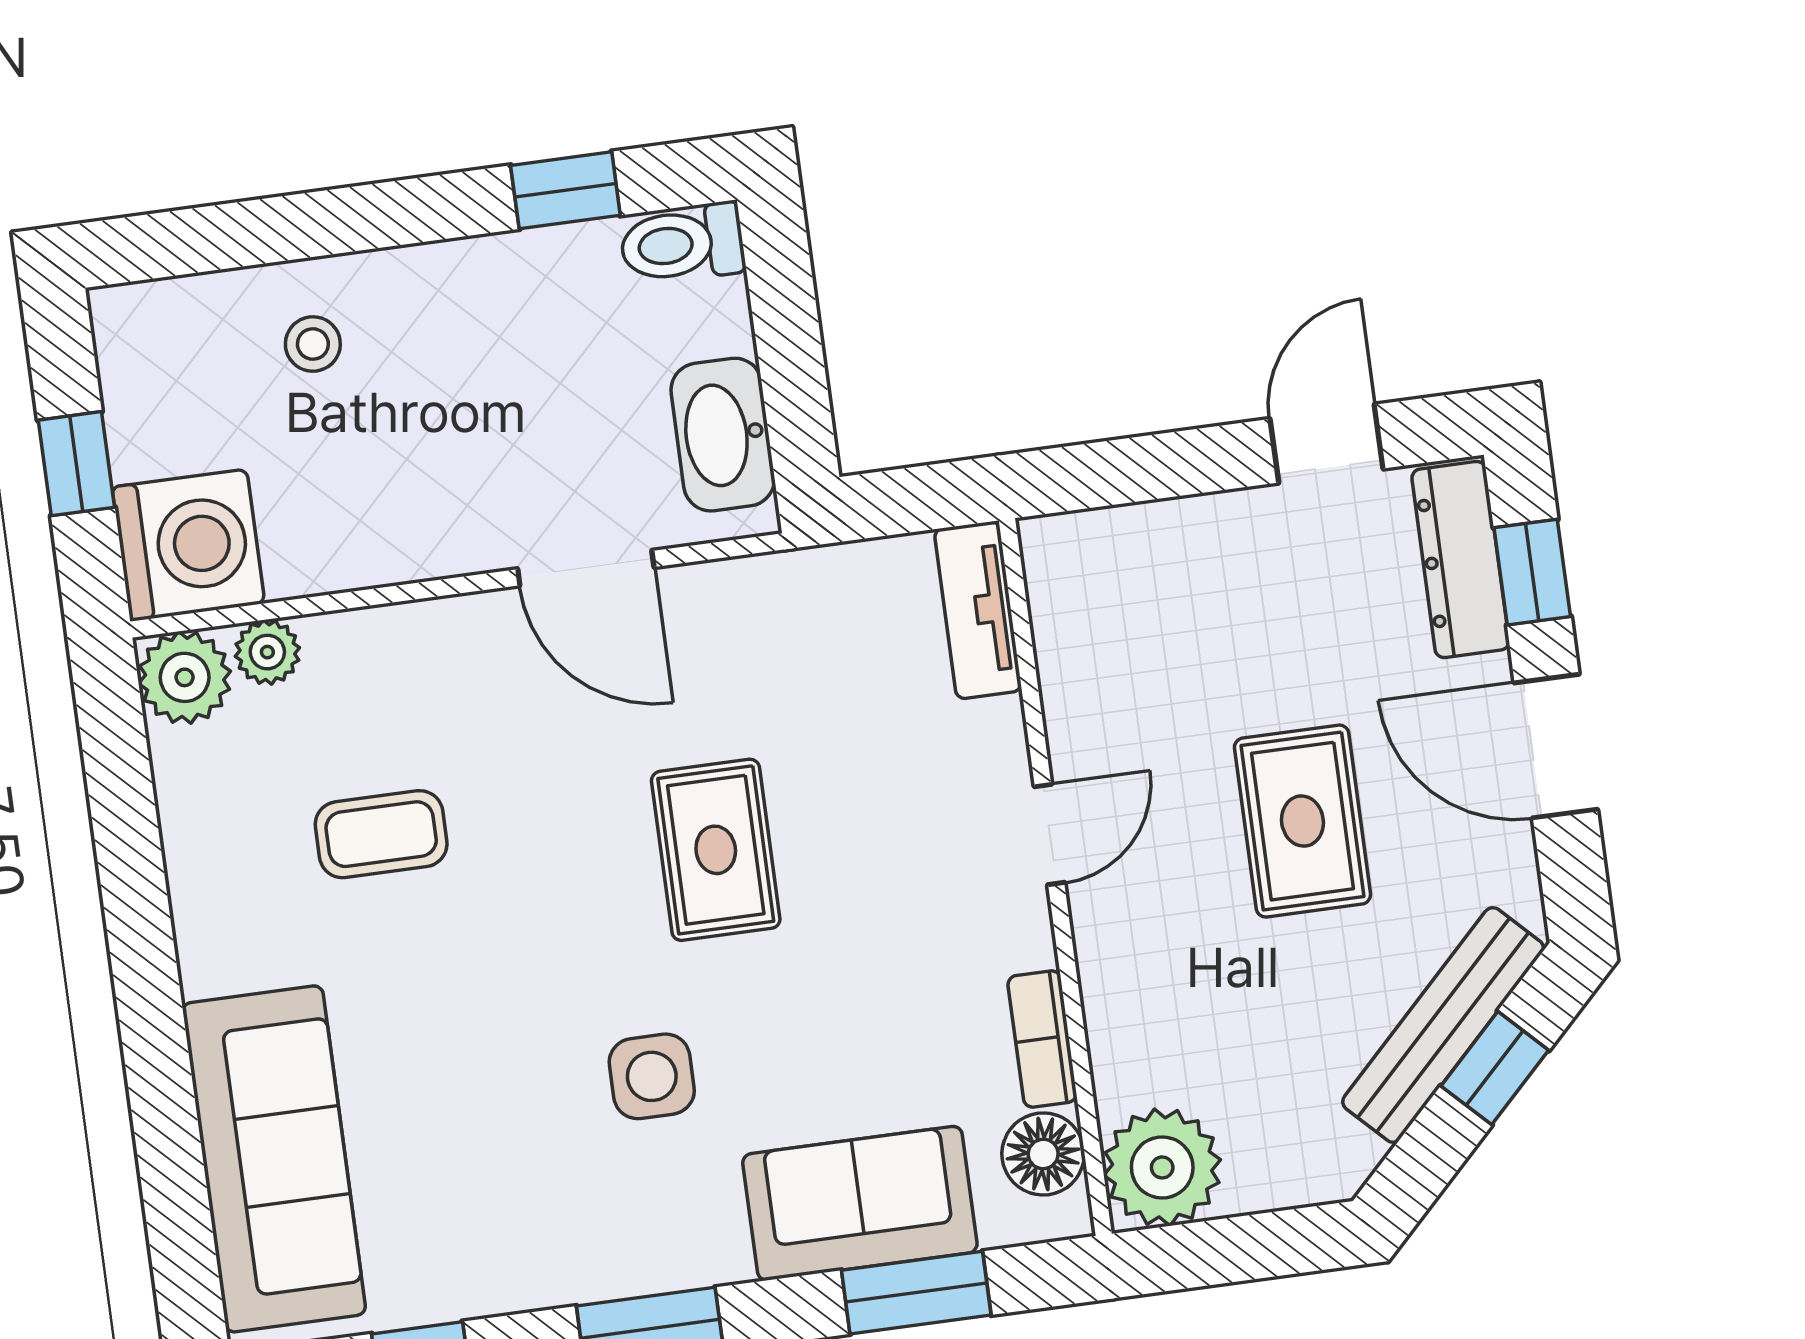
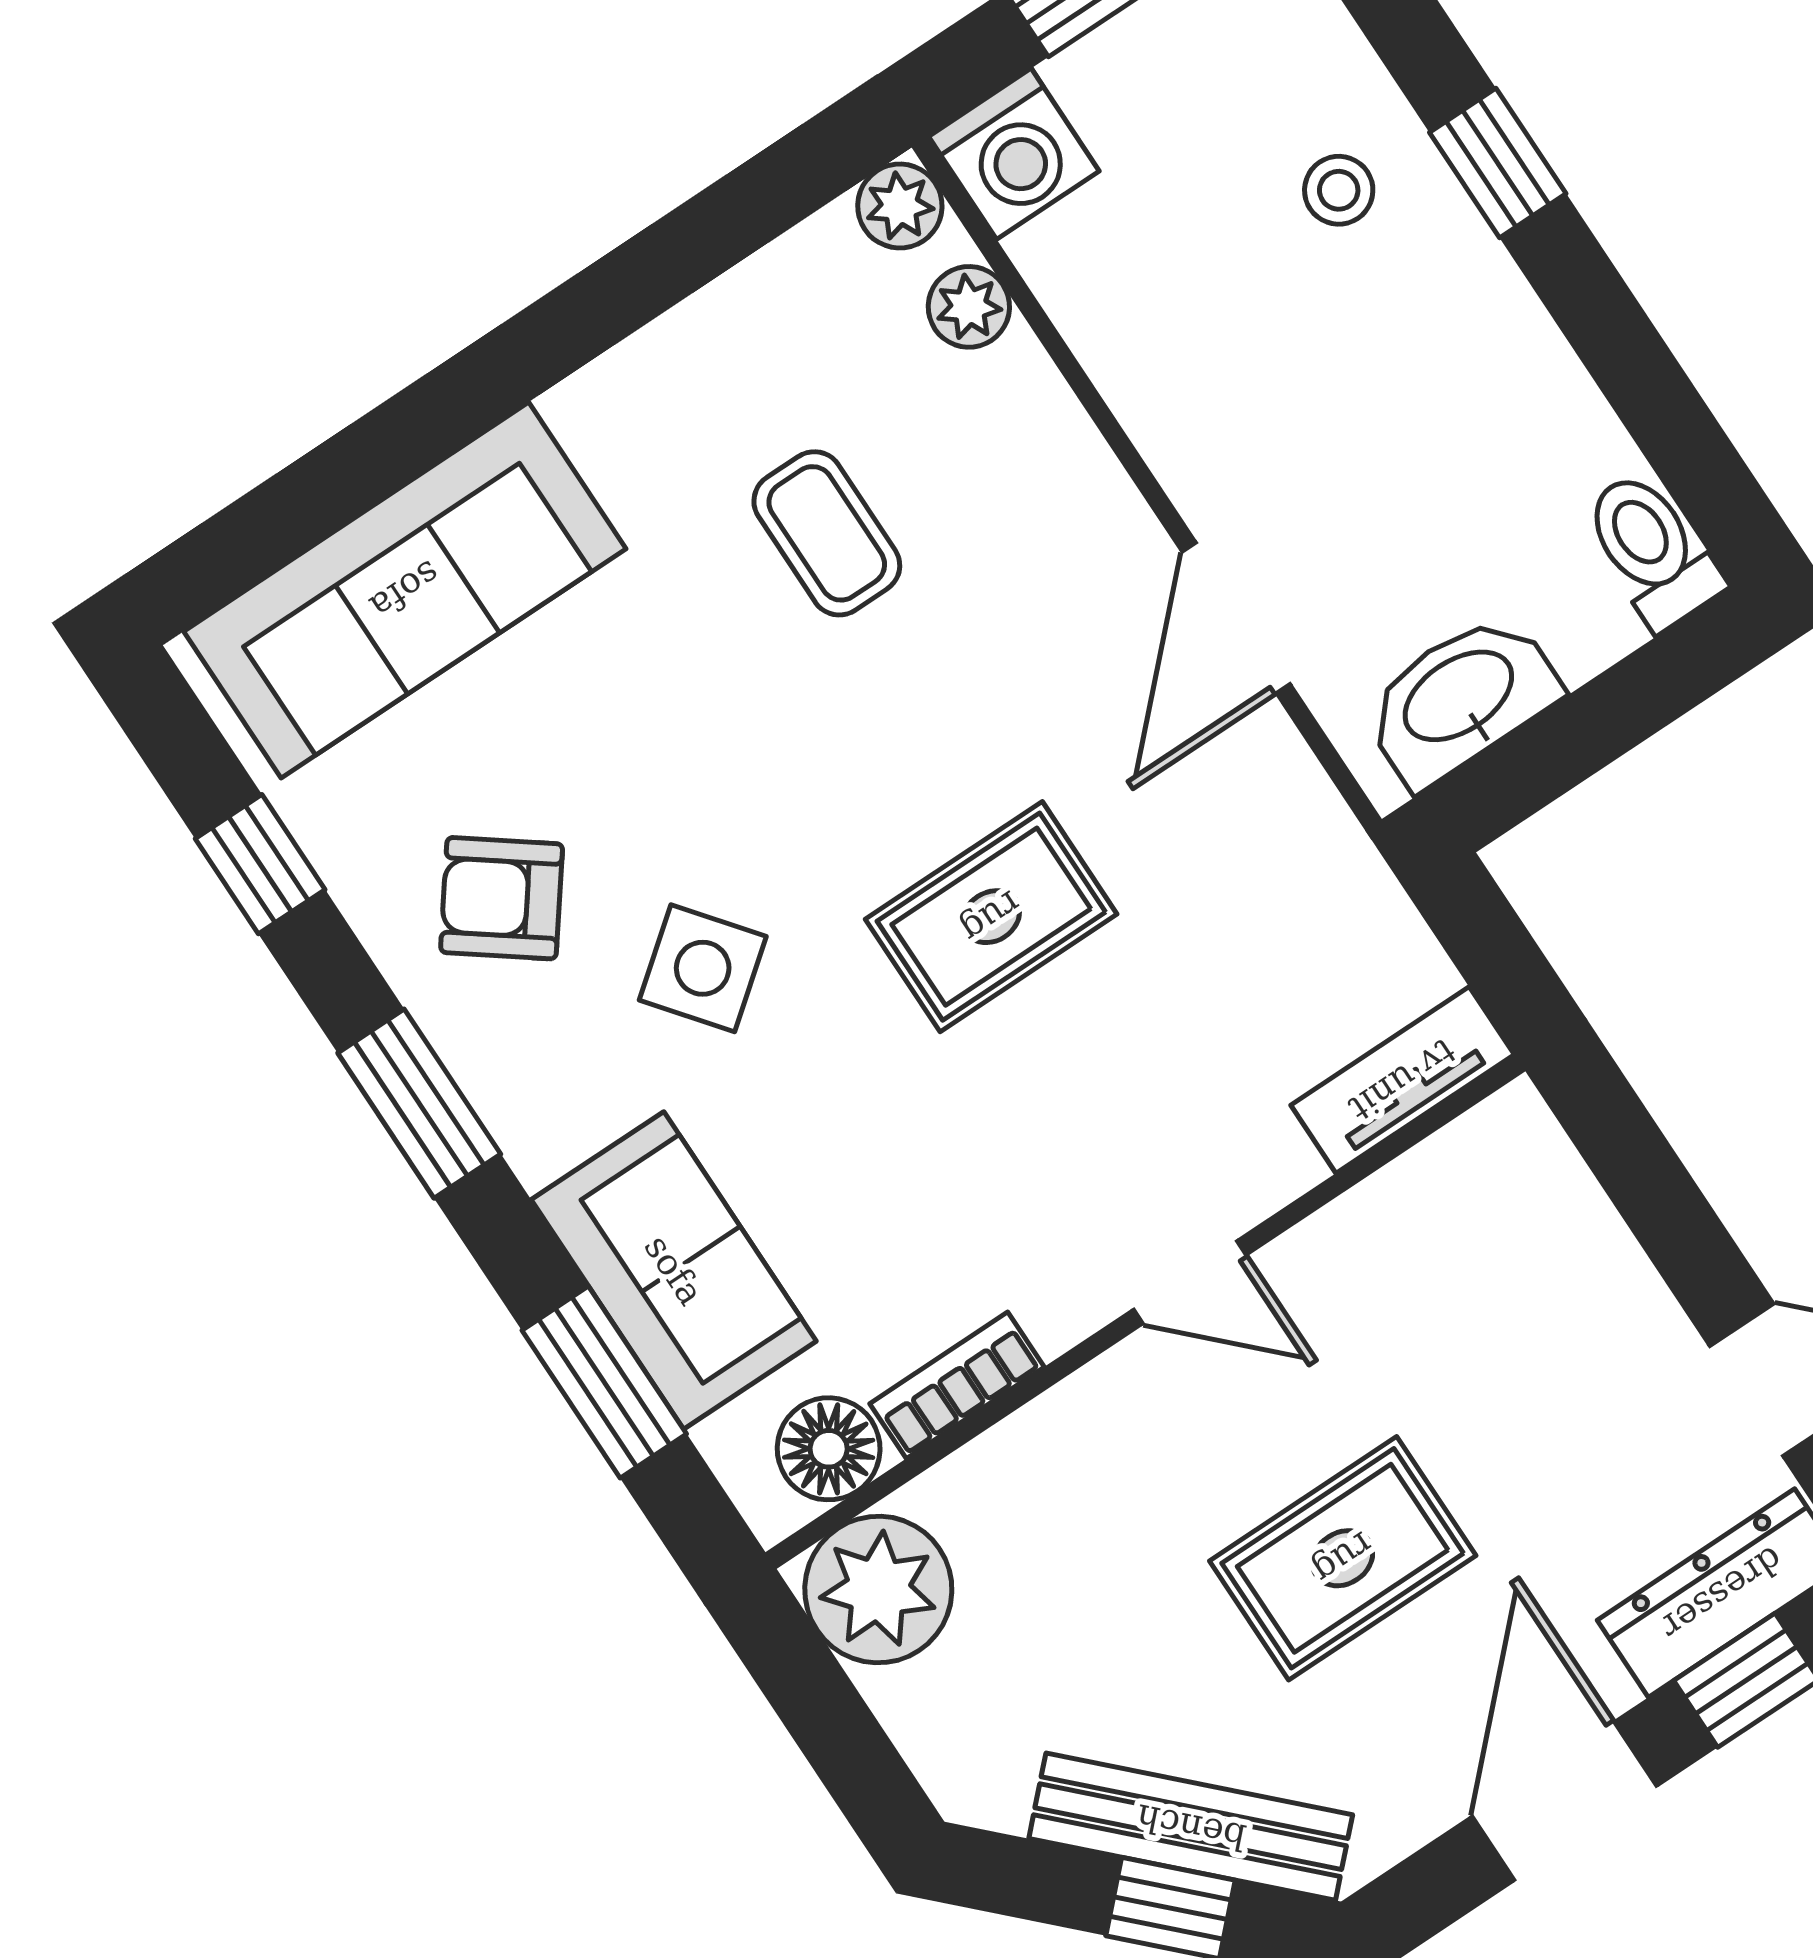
window: (565, 190) -> (1498, 163), moved
washing machine: (188, 545) -> (1014, 154), width x0.73, depth x0.73
plant: (185, 677) -> (900, 206), width x0.73, depth x0.73
side table: (652, 1076) -> (703, 968), turned -38
armchair: (531, 1197) -> (502, 898), added

